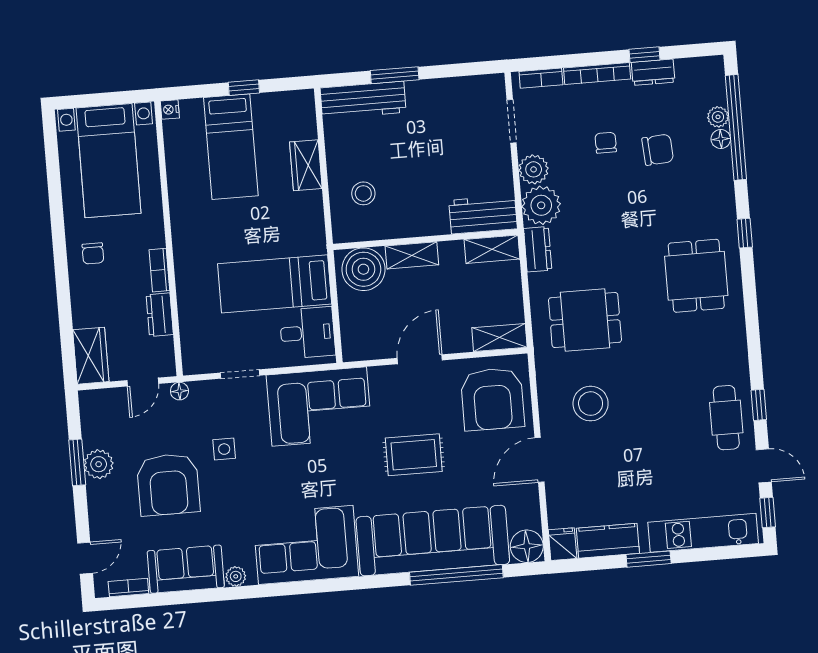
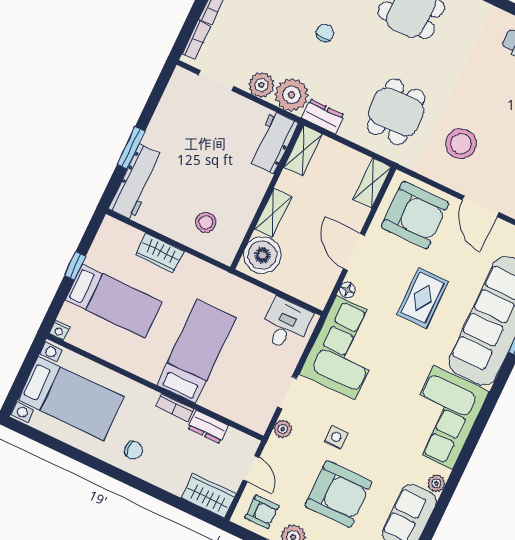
chair: (606, 143) -> (325, 33), moved, turned 90
bed: (275, 284) -> (196, 351), moved, turned 180
floor lamp: (179, 391) -> (347, 290), moved
plant: (201, 391) -> (283, 429), added
armchair: (106, 418) -> (262, 512), added

